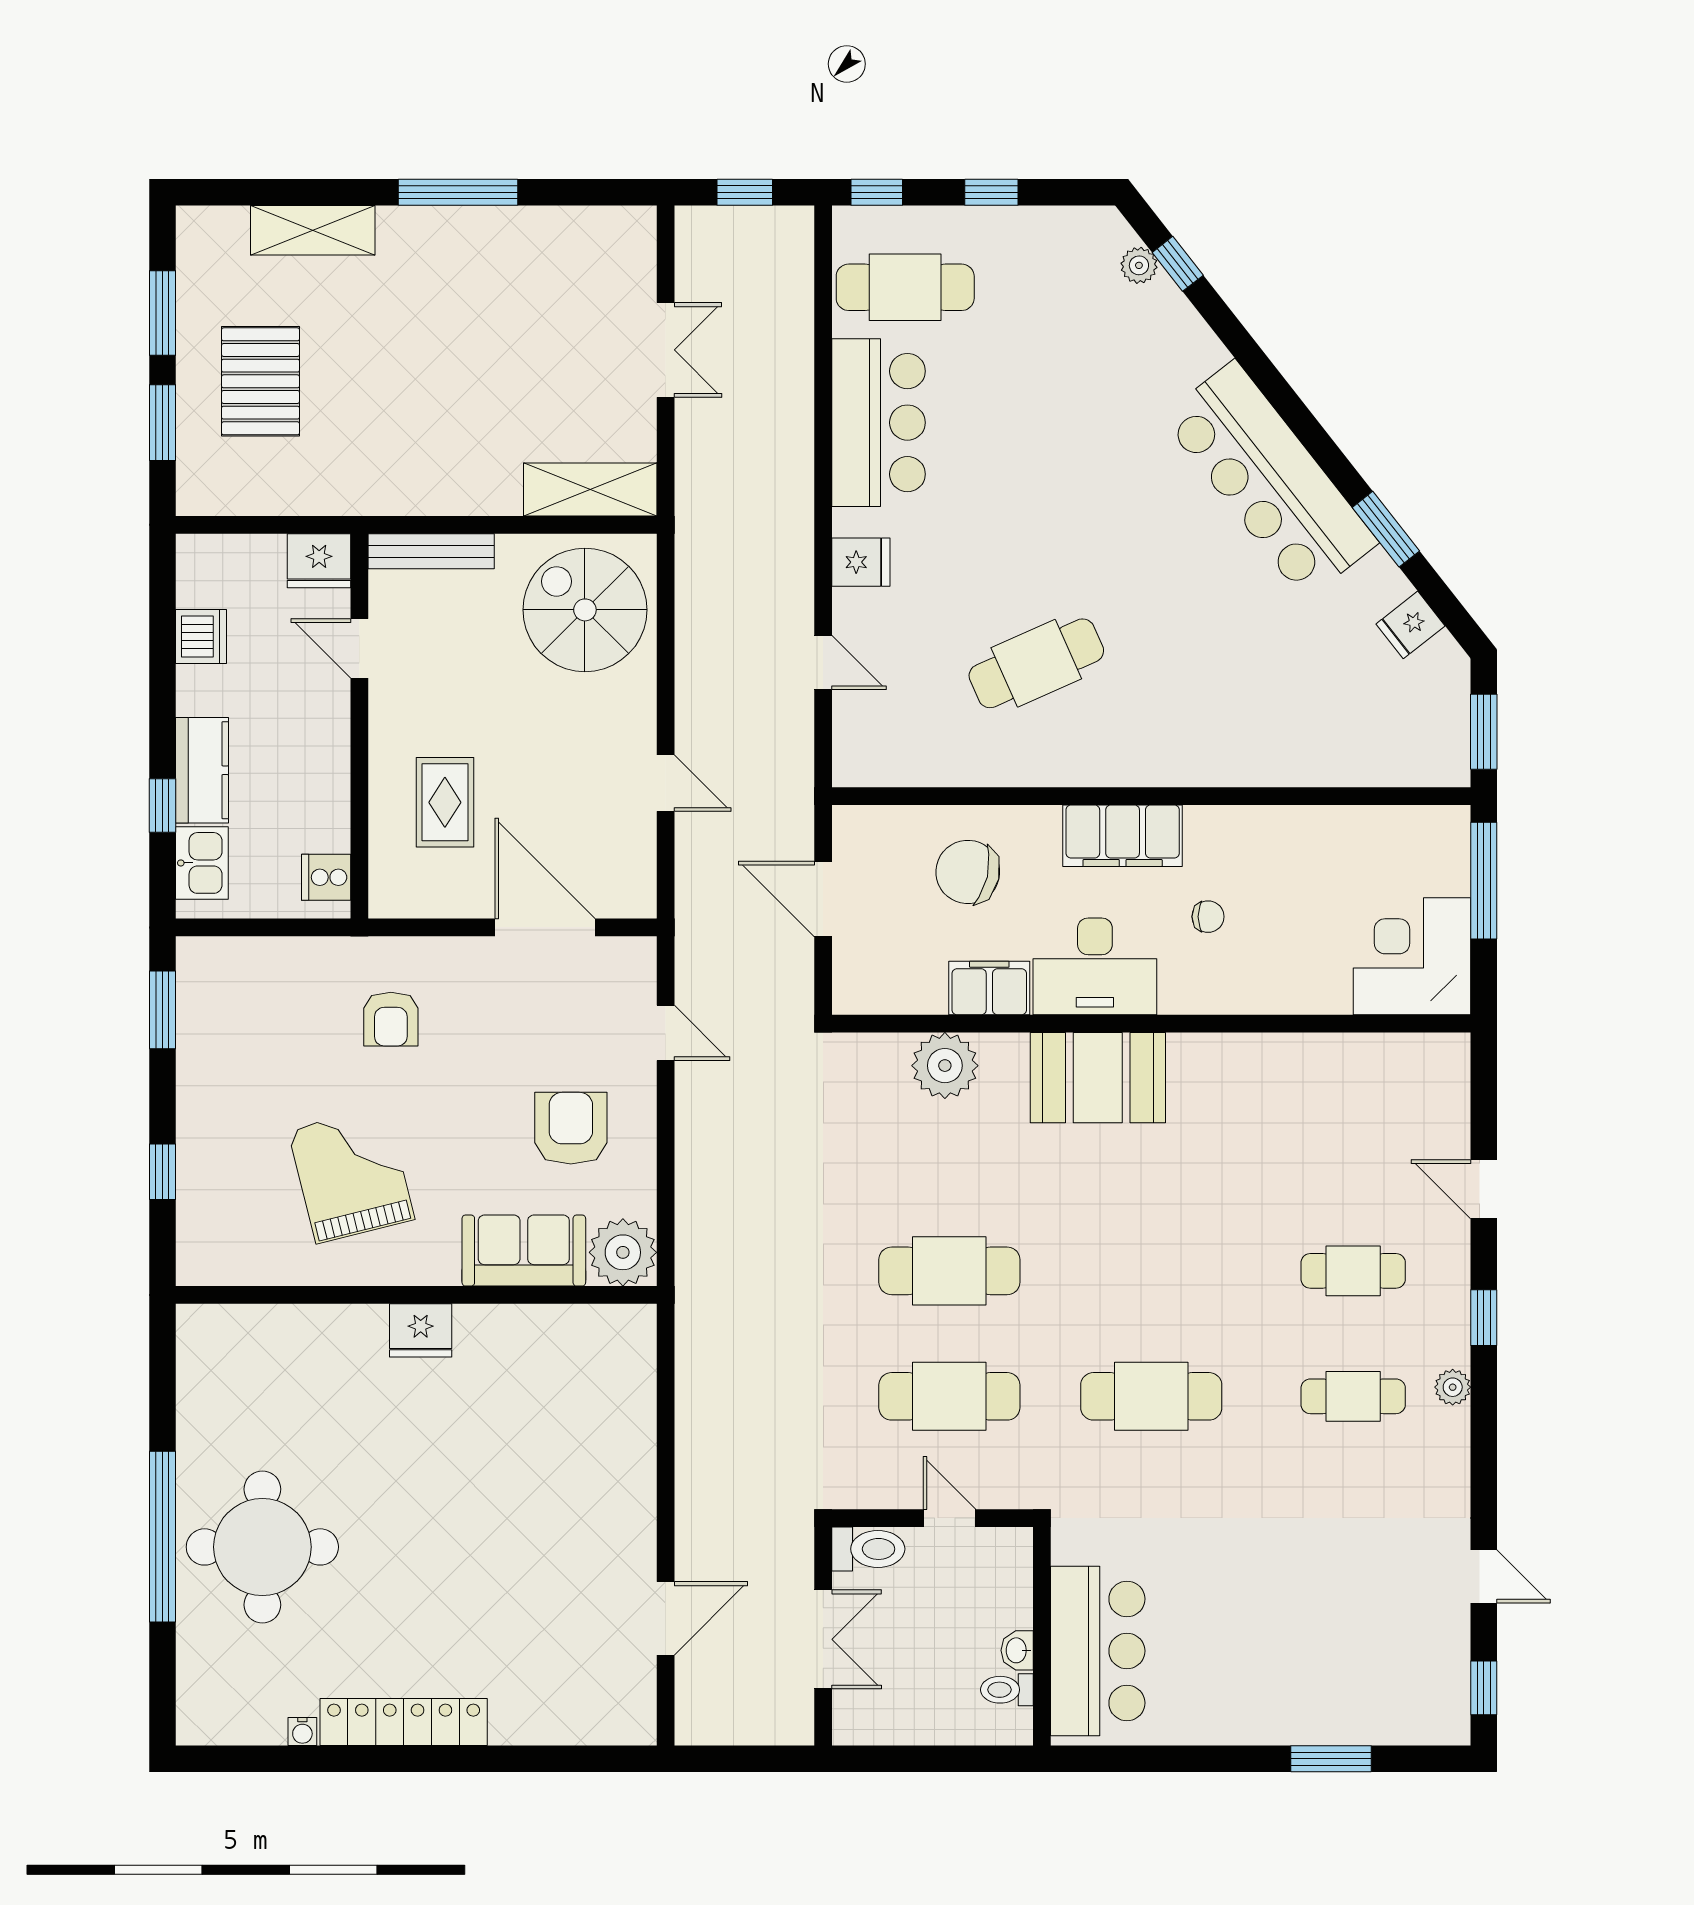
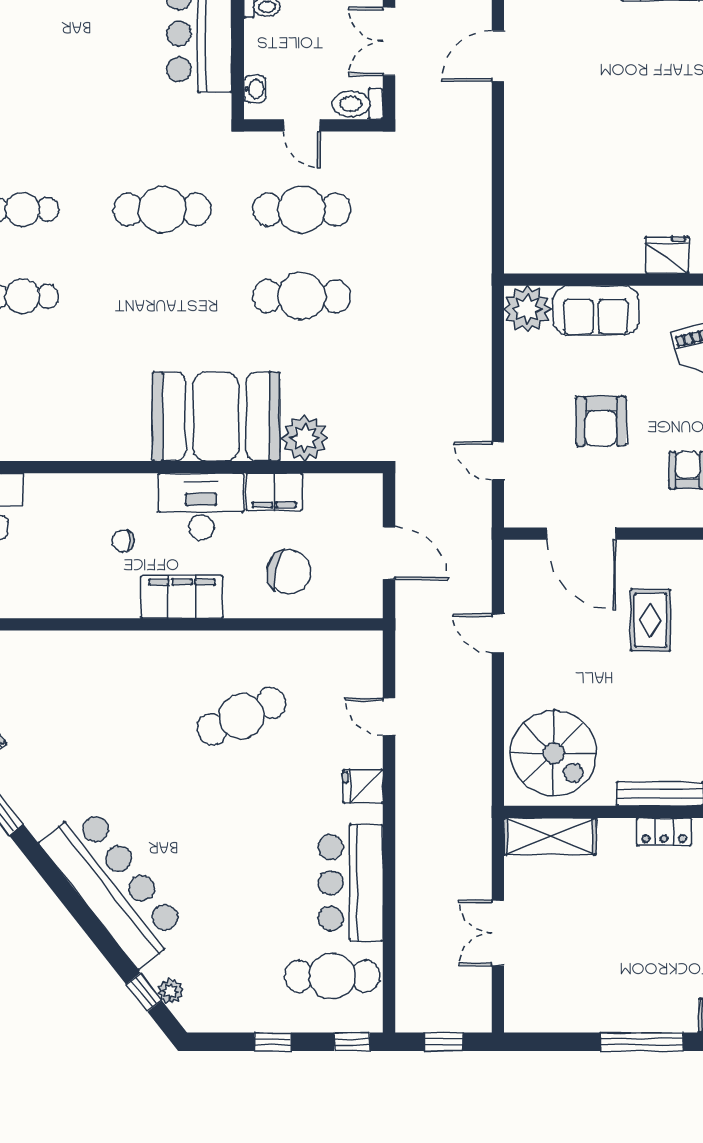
bar counter: (1270, 480) -> (114, 886), moved
locker: (425, 496) -> (664, 832), added
booth: (1098, 1078) -> (216, 417), width x1.36, depth x1.42
armchair: (571, 1128) -> (601, 421), moved
washbasin: (1017, 1650) -> (255, 89), moved

